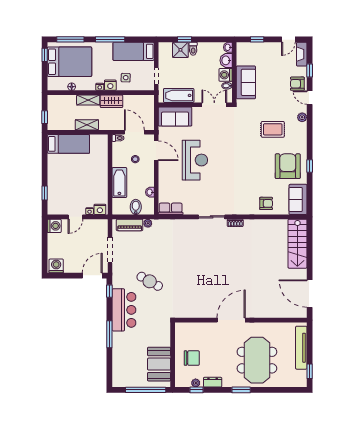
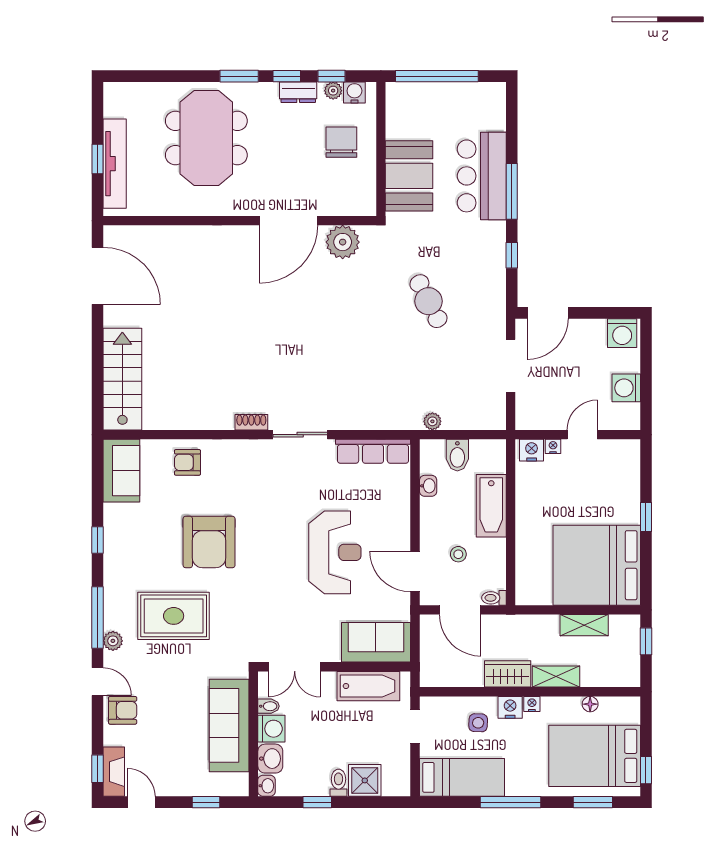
window: (70, 39) -> (593, 802), width x0.69
window: (184, 39) -> (317, 802), moved
door: (288, 39) -> (141, 802), hinge flipped
window: (310, 70) -> (97, 769), moved
sofa: (246, 82) -> (229, 725), width x1.36
shelving: (87, 125) -> (584, 625), moved
rug: (273, 129) -> (174, 616), width x1.36, depth x1.43
window: (310, 129) -> (97, 617), added
bed: (68, 144) -> (597, 565), width x2.04
reception desk: (195, 160) -> (335, 552), turned 180
armchair: (288, 166) -> (209, 542), moved
window: (45, 193) -> (646, 517), moved
row of seats: (171, 209) -> (373, 451), width x1.48
piano: (130, 225) -> (470, 418), removed
washing machine: (54, 226) -> (626, 388), moved
cafe table: (150, 281) -> (428, 301), turned 34
window: (109, 291) -> (512, 255), moved
bar counter: (124, 310) -> (482, 176), moved
plant: (191, 310) -> (343, 242), added
door: (231, 320) -> (289, 221), moved
chair: (192, 358) -> (341, 142), turned 90
booth: (159, 364) -> (409, 176), moved
window: (310, 371) -> (97, 159), moved
water cooler: (185, 382) -> (354, 93), added
window: (218, 390) -> (287, 76), added

